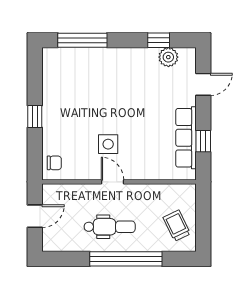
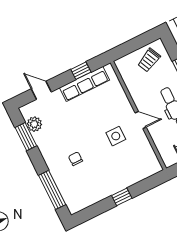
window: (159, 40) -> (26, 137), width x1.50
chair: (54, 163) -> (75, 159), moved
door: (112, 182) -> (141, 120), swing flipped

